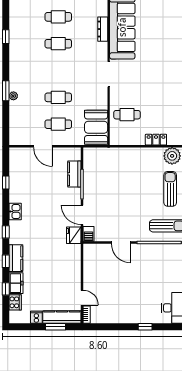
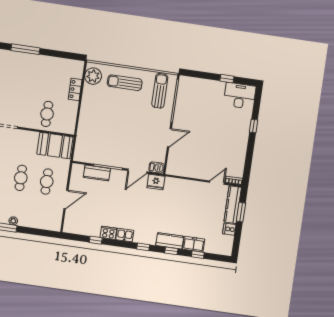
cooker: (15, 302) -> (108, 233), moved

